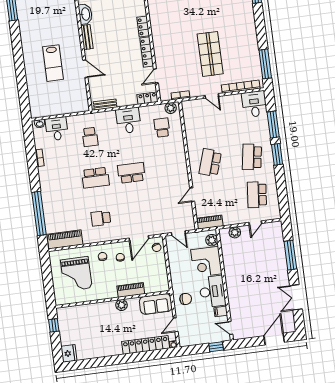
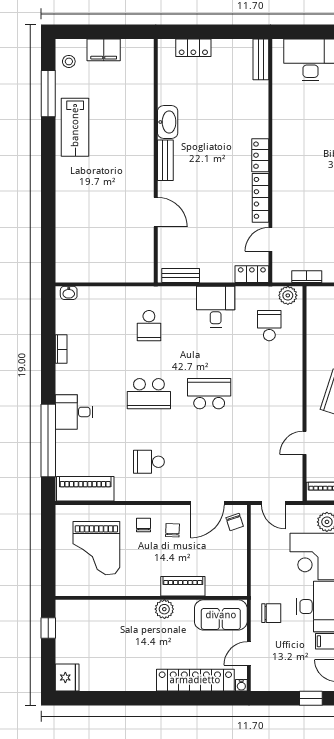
lab bench: (53, 63) -> (75, 127), moved
desk: (57, 129) -> (74, 412), moved, turned -90

